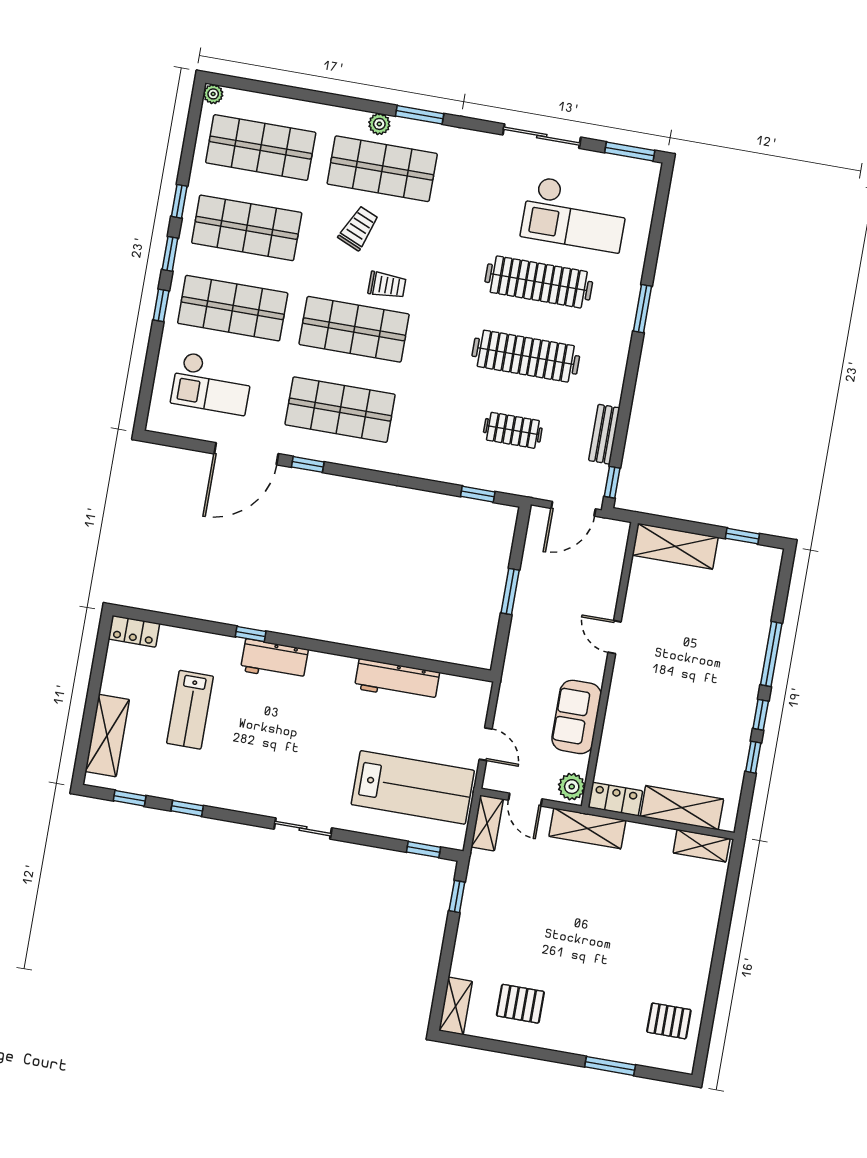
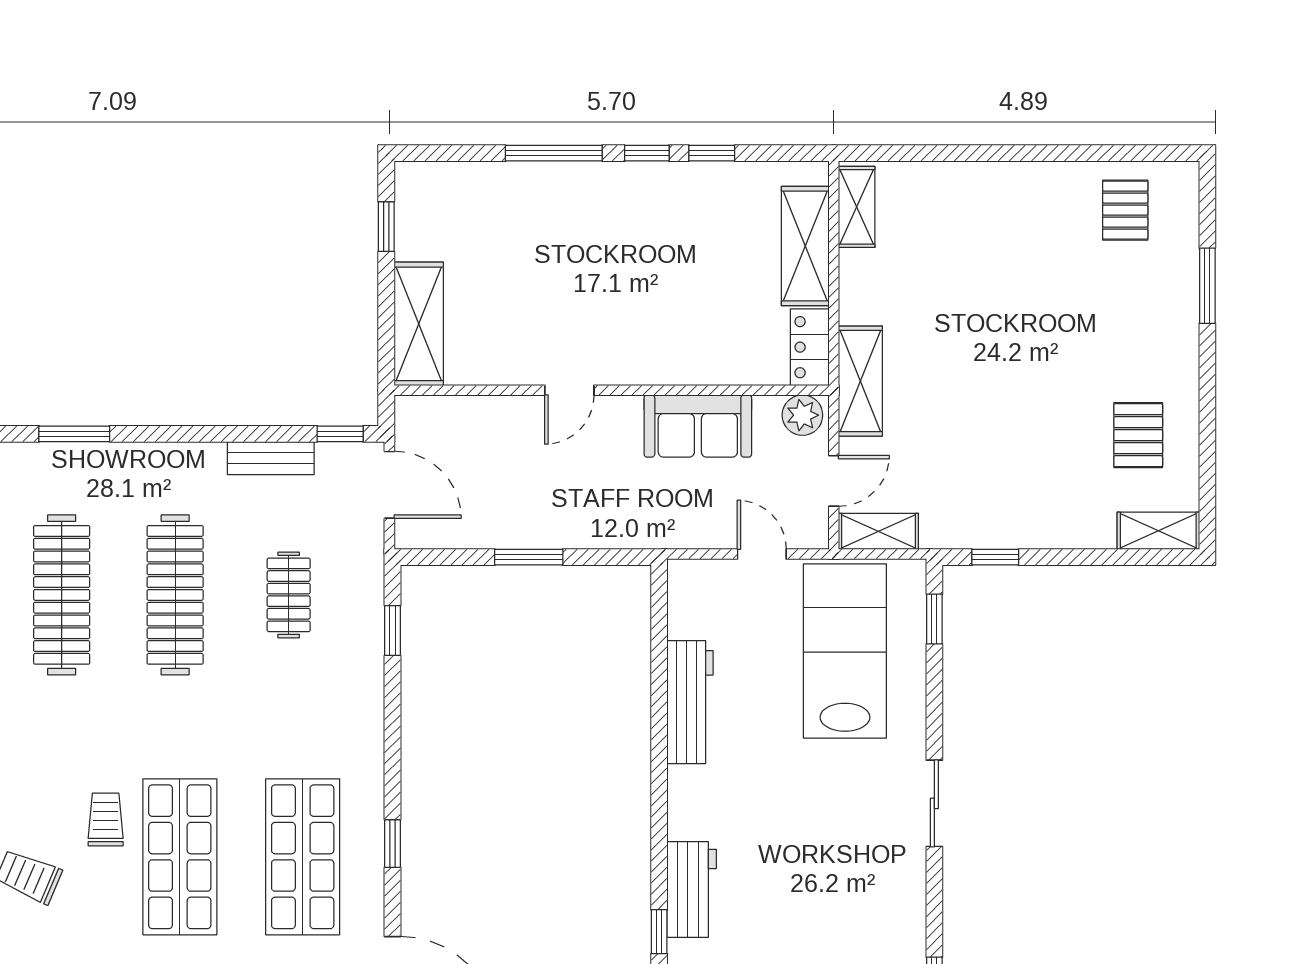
window: (308, 464) -> (392, 844), moved
door: (486, 744) -> (762, 554), hinge flipped

